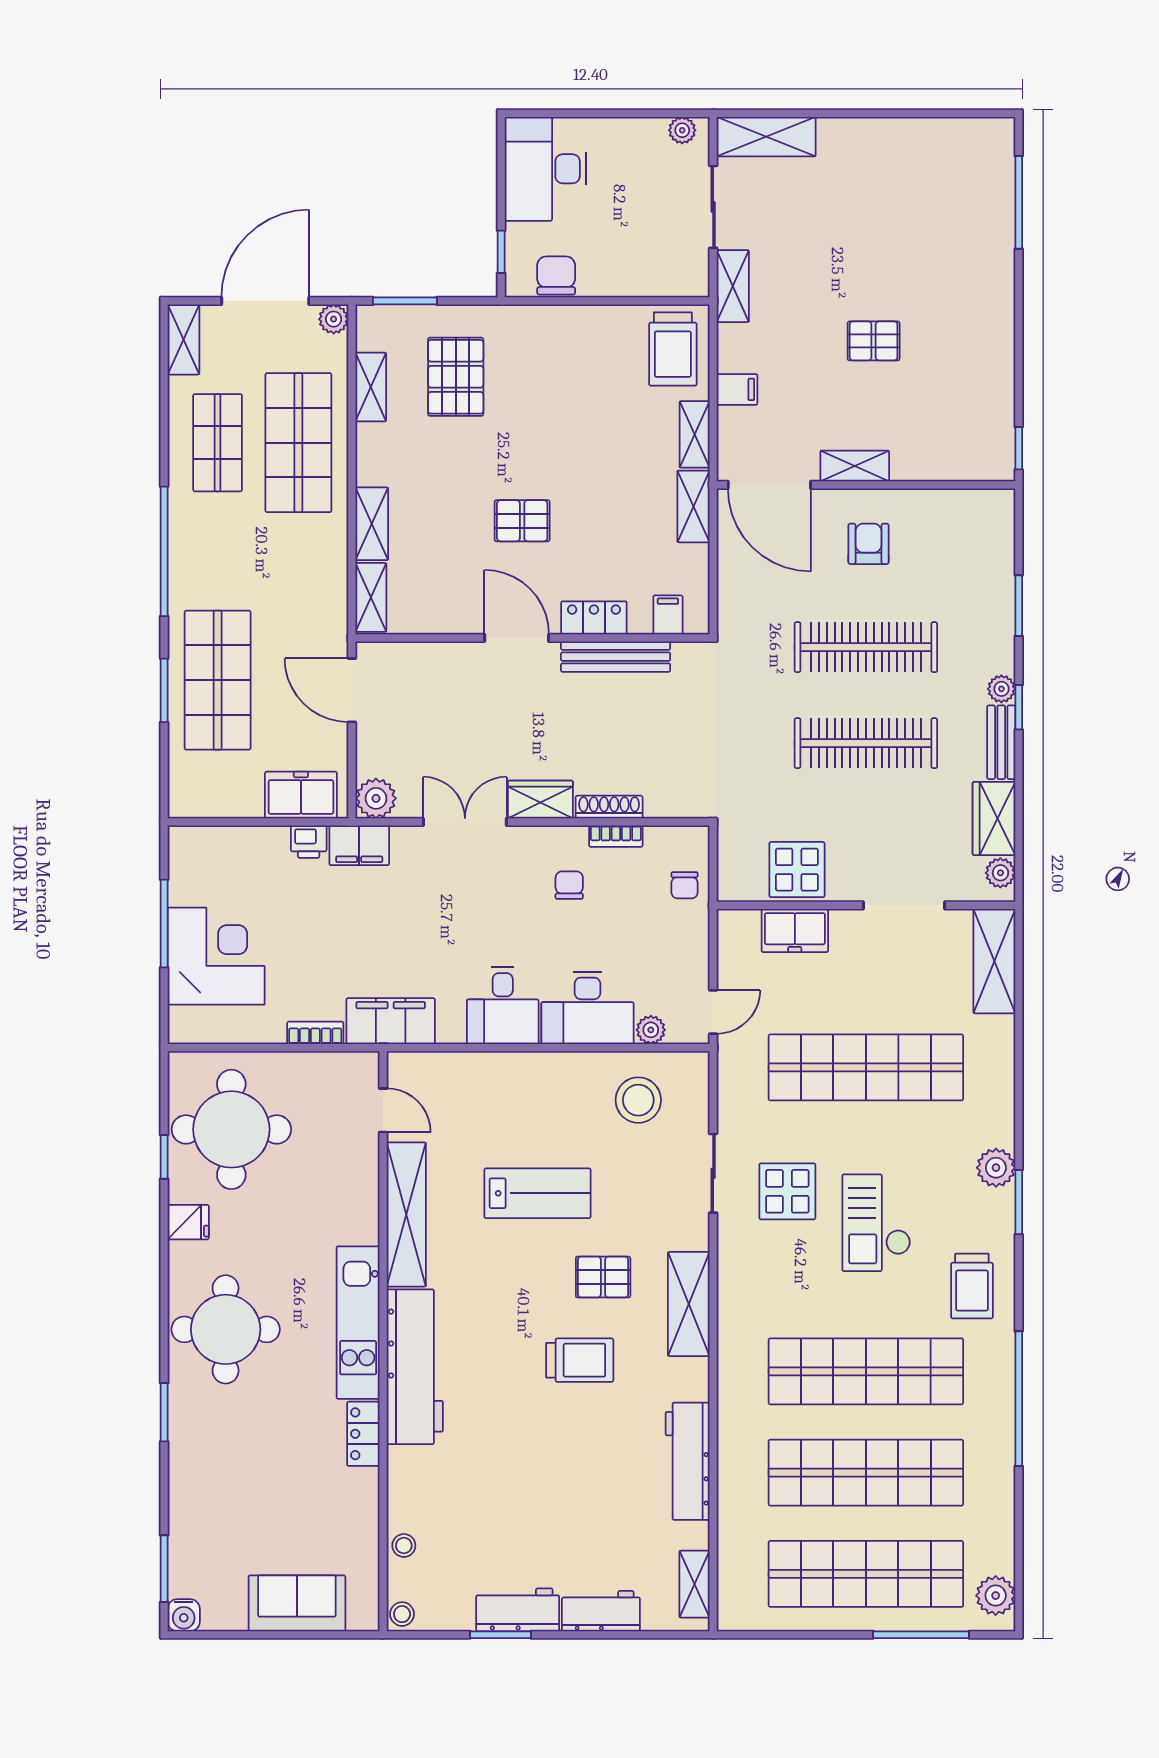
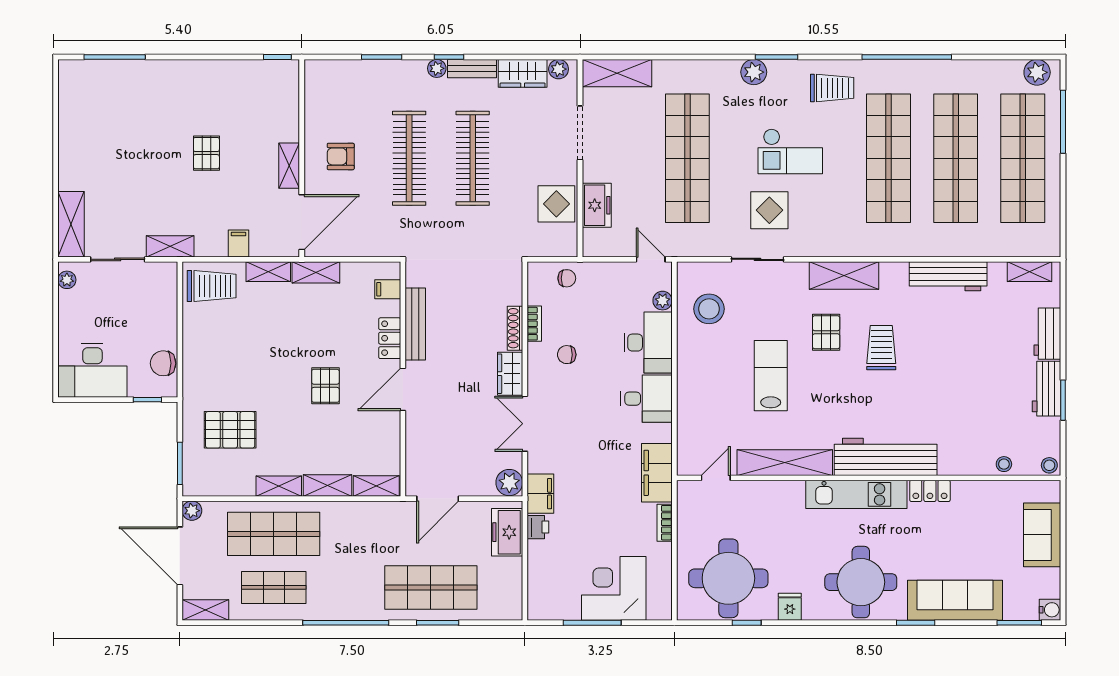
shelving: (371, 387) -> (279, 486), moved
sofa: (198, 1472) -> (955, 600), added

